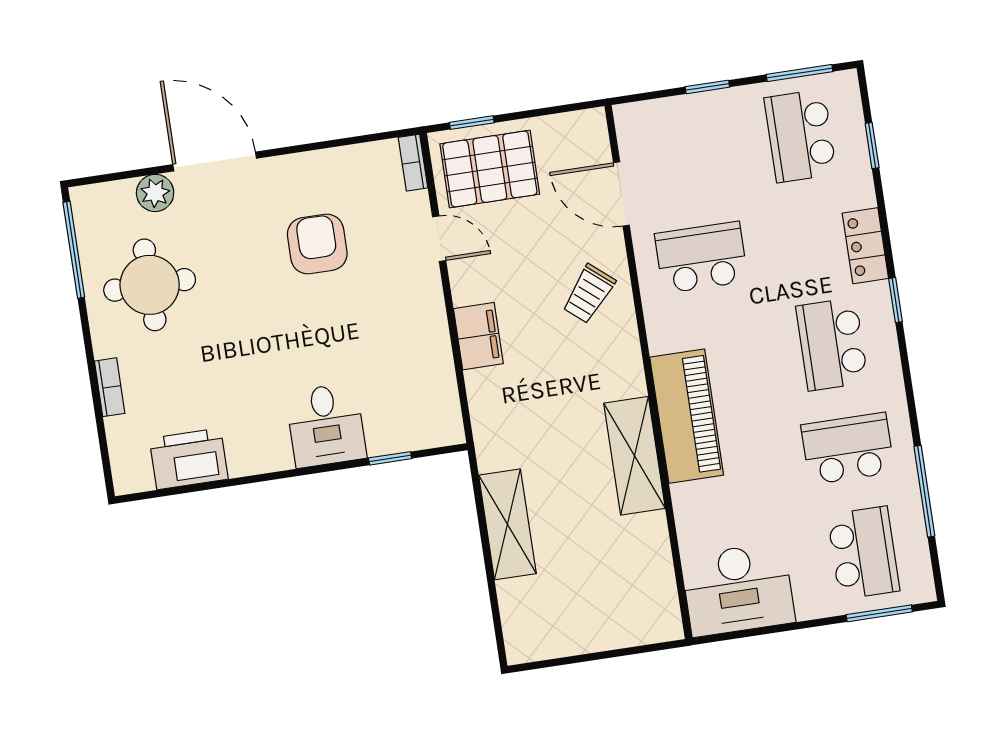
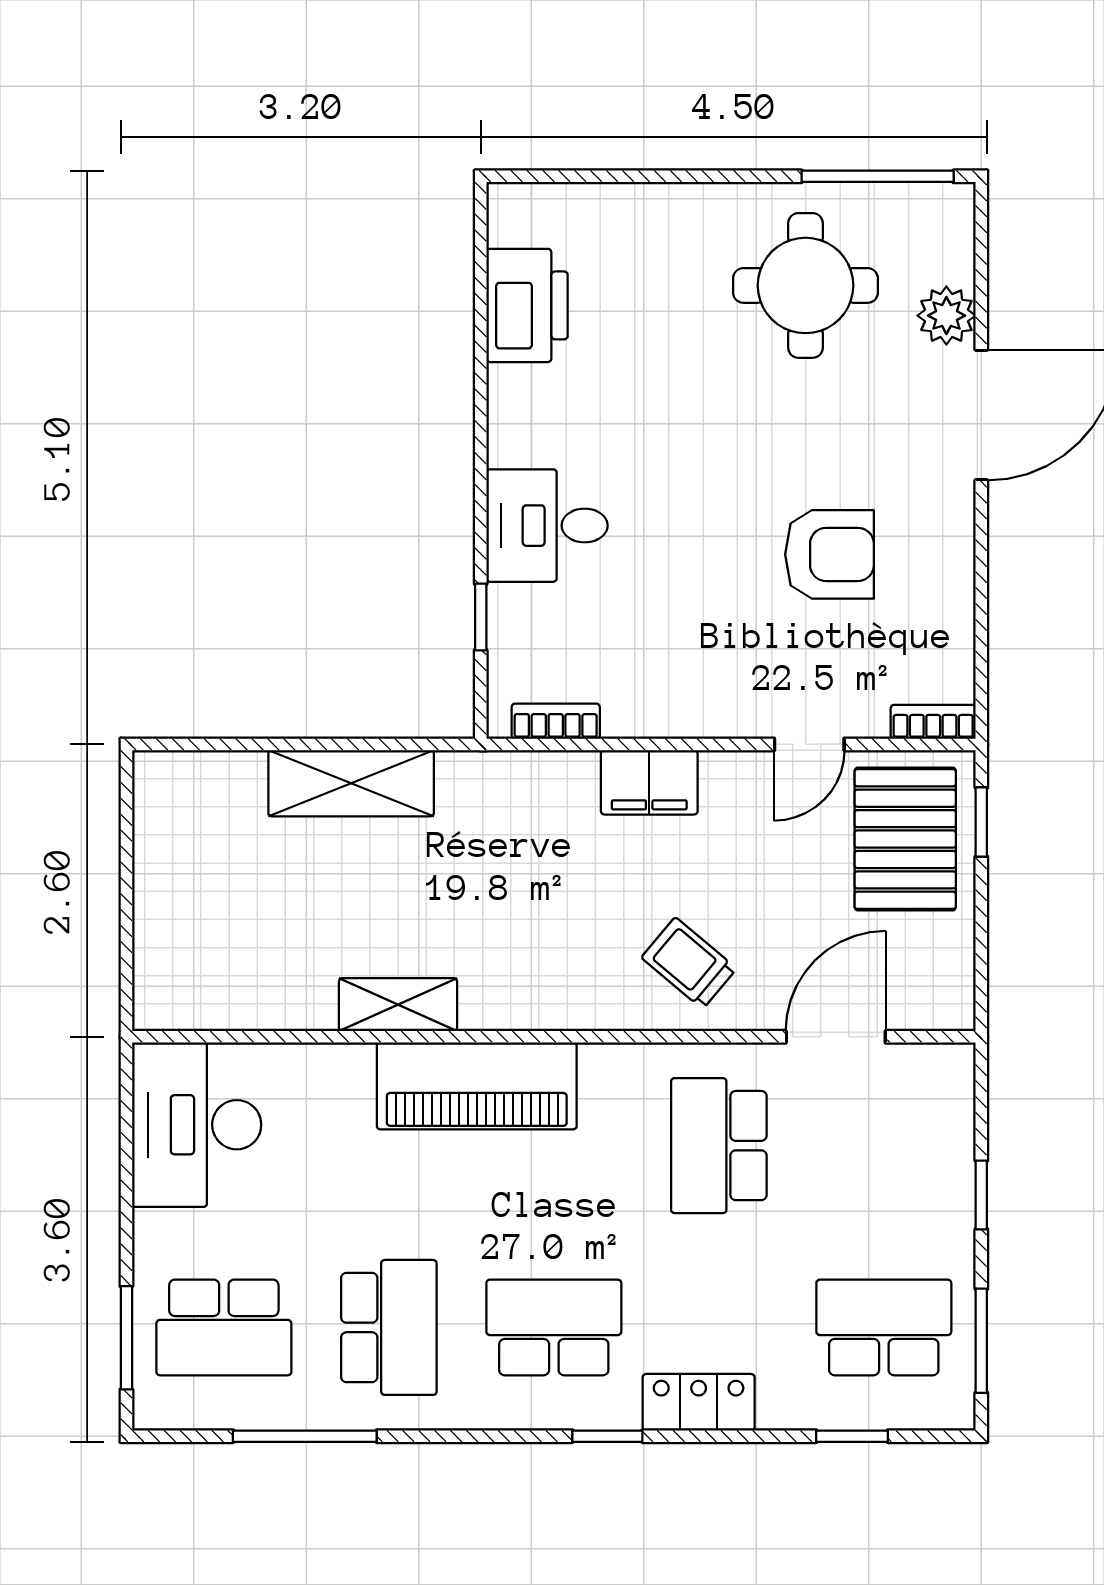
school desk: (701, 257) -> (719, 1146), turned 180
bookcase: (110, 387) -> (556, 721), moved, turned 180
shelving: (634, 456) -> (398, 1005), width x0.67, depth x0.75

